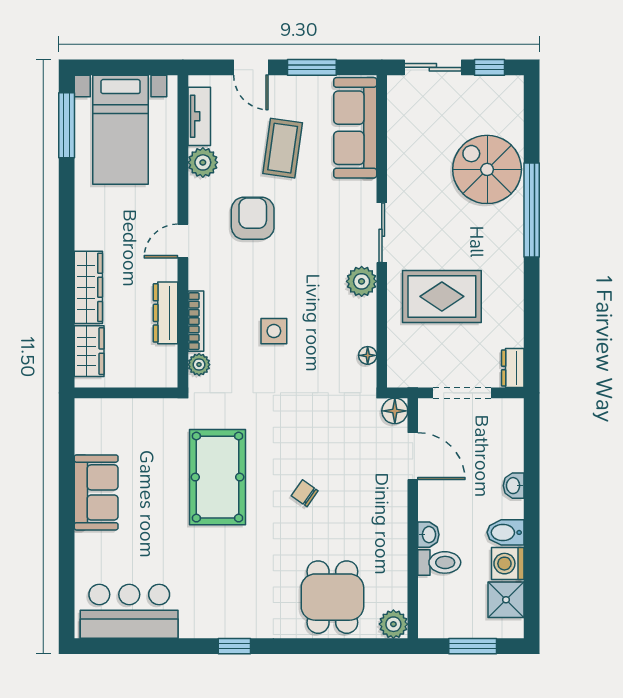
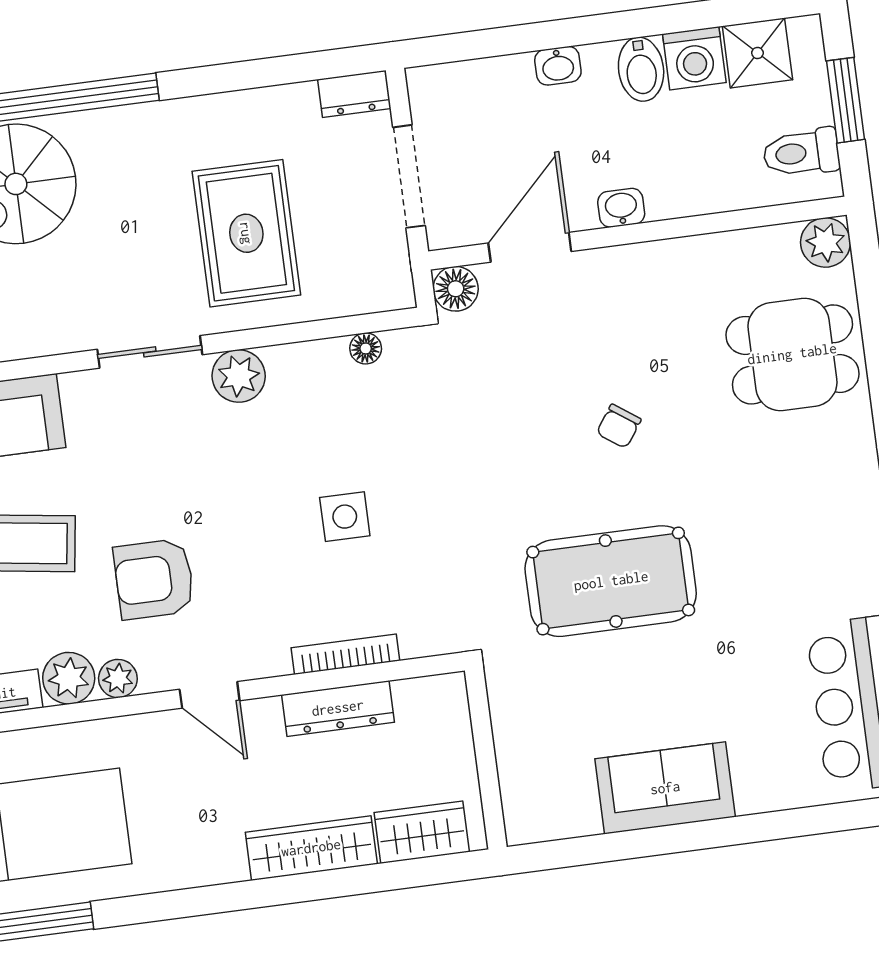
plant: (199, 365) -> (118, 678), moved
washbasin: (428, 535) -> (621, 208), moved
toilet: (439, 562) -> (801, 153), moved, turned -90

